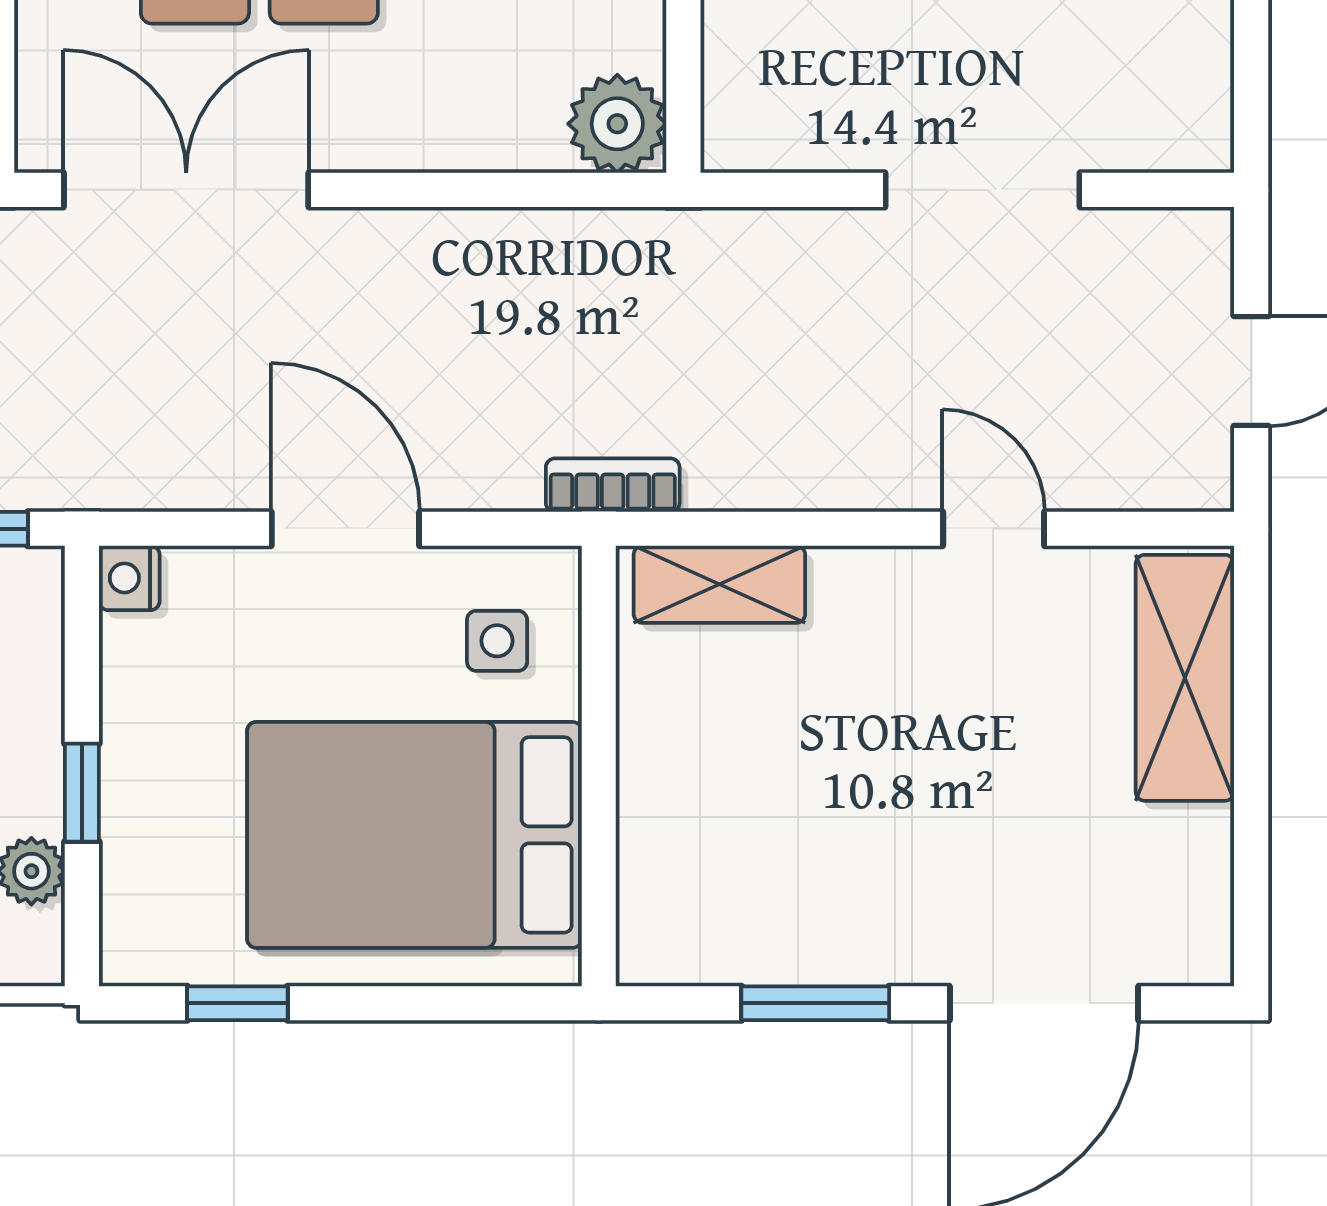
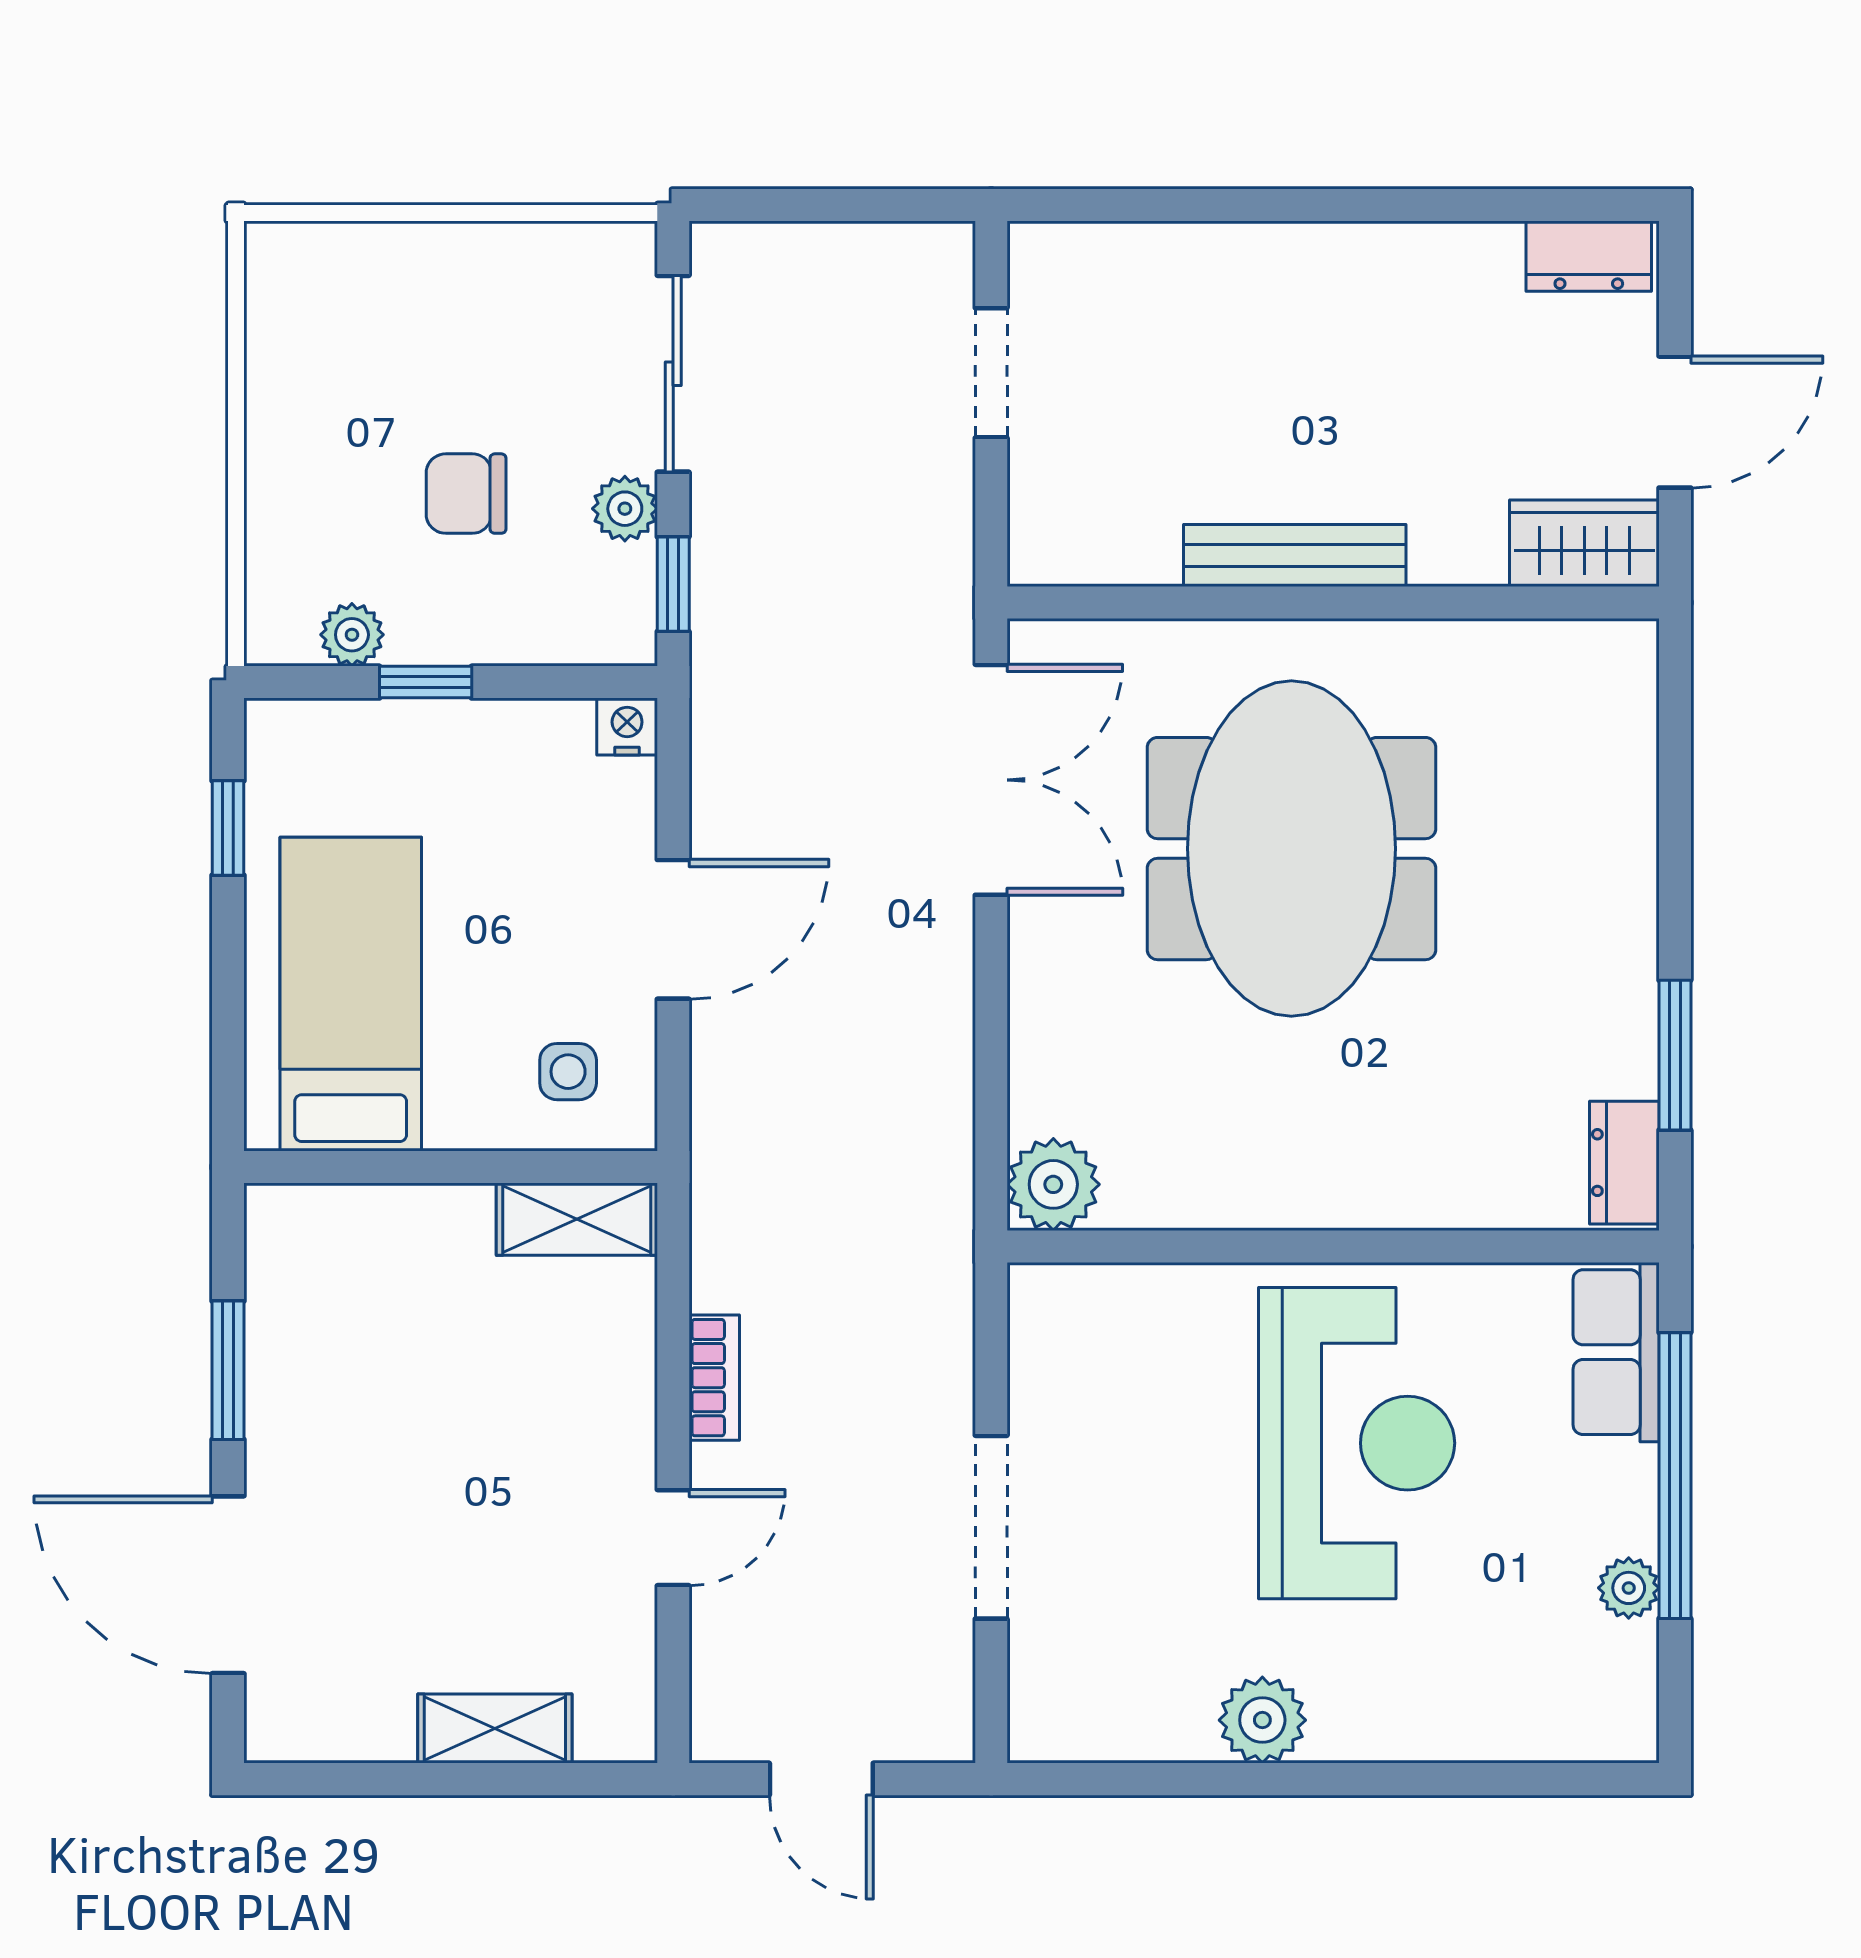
bookcase: (613, 485) -> (714, 1378), moved
shelving: (719, 584) -> (577, 1219), moved, turned 90
shelving: (1185, 678) -> (495, 1729), width x0.67, depth x0.75
bed: (414, 835) -> (351, 994), width x0.67

